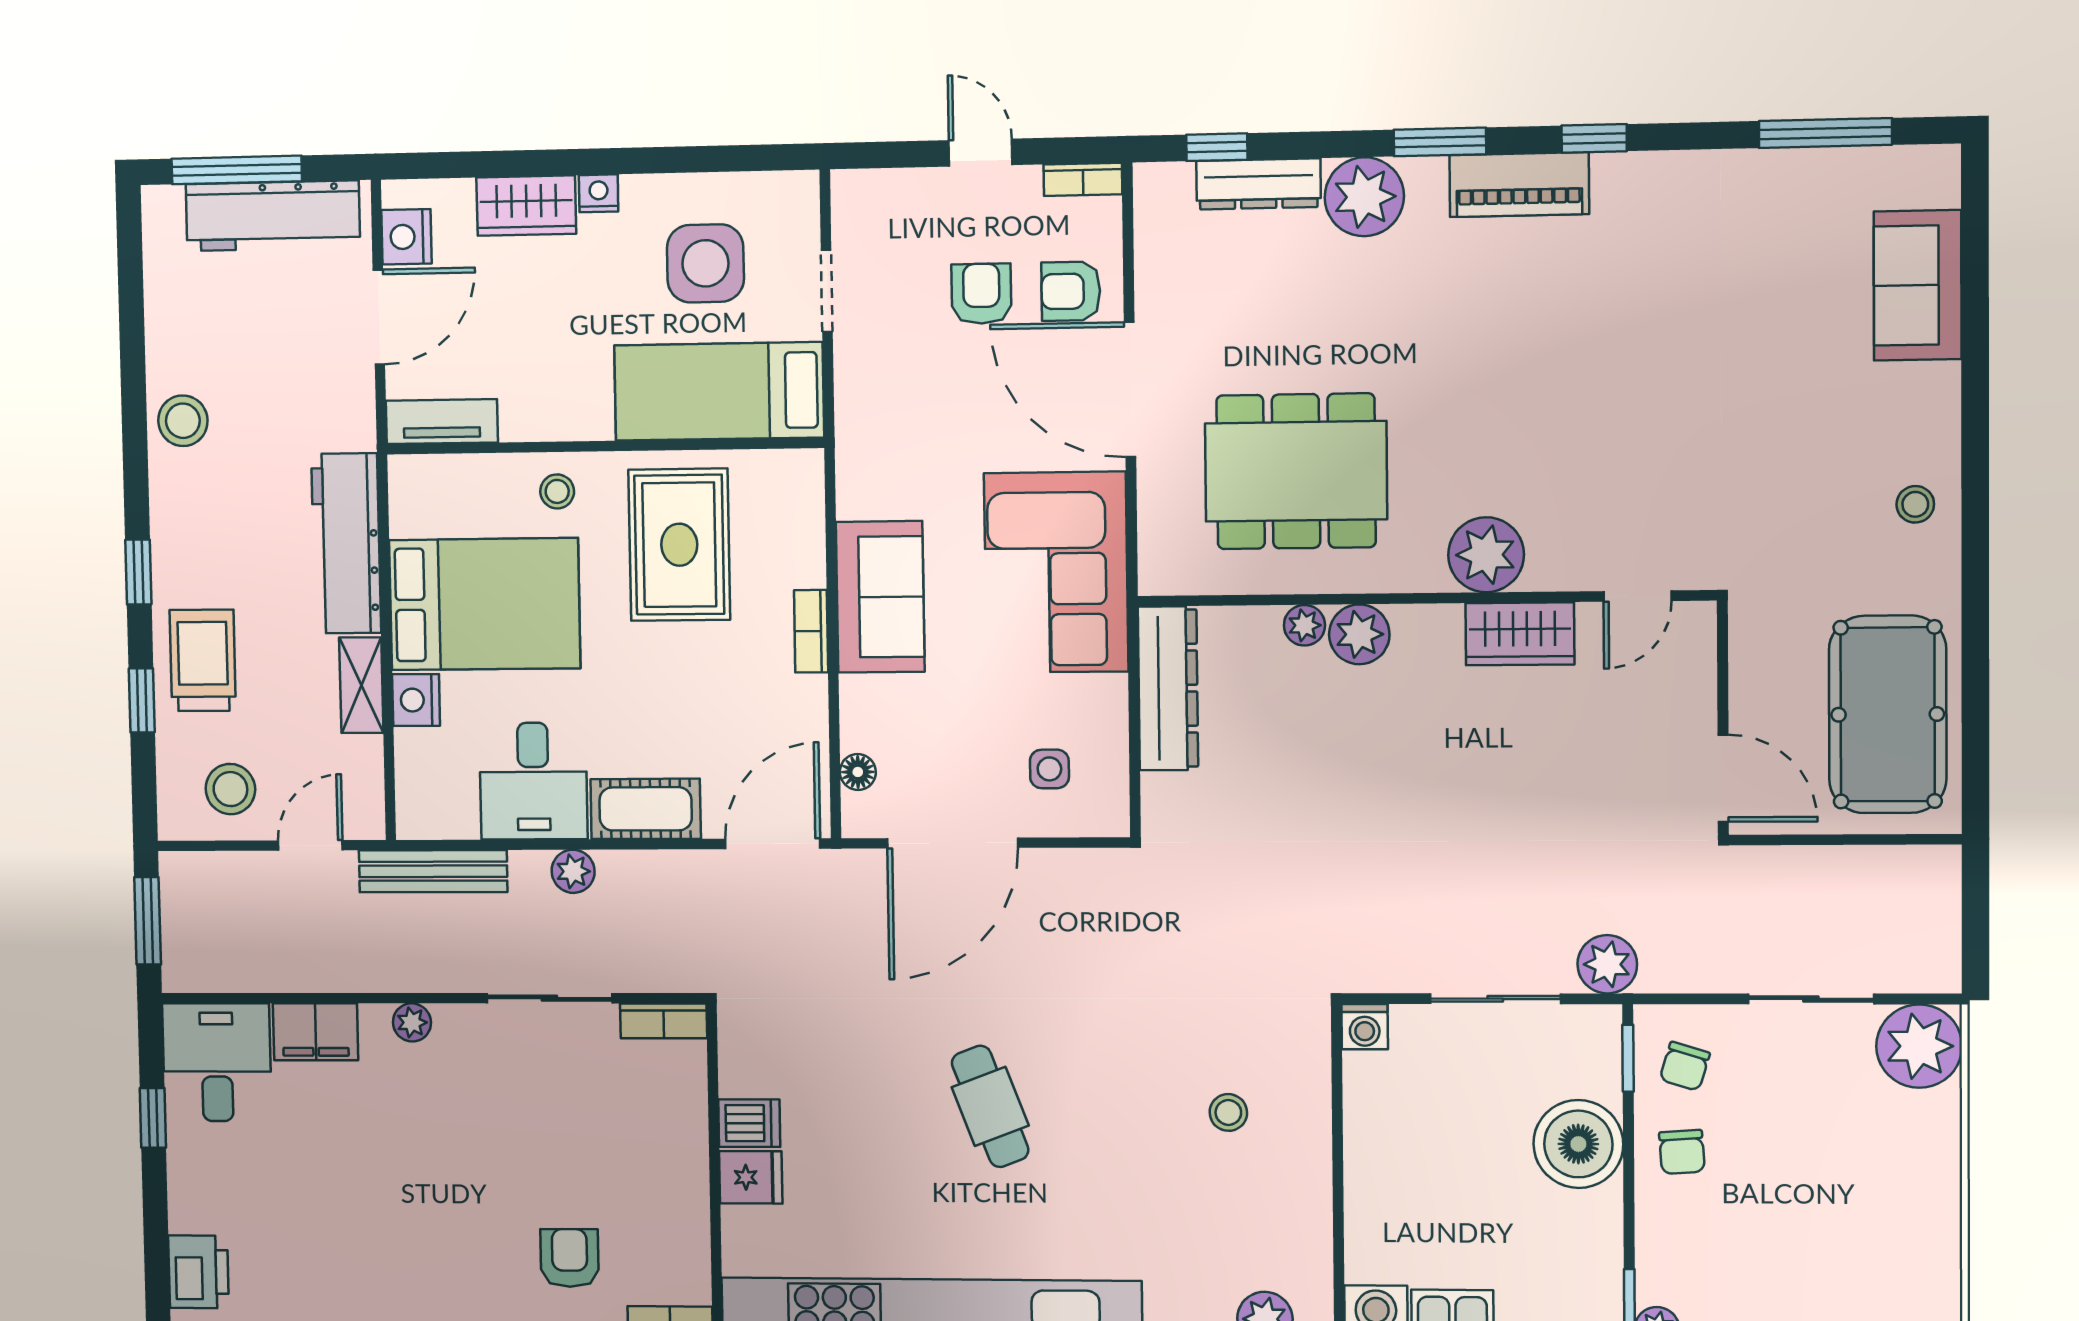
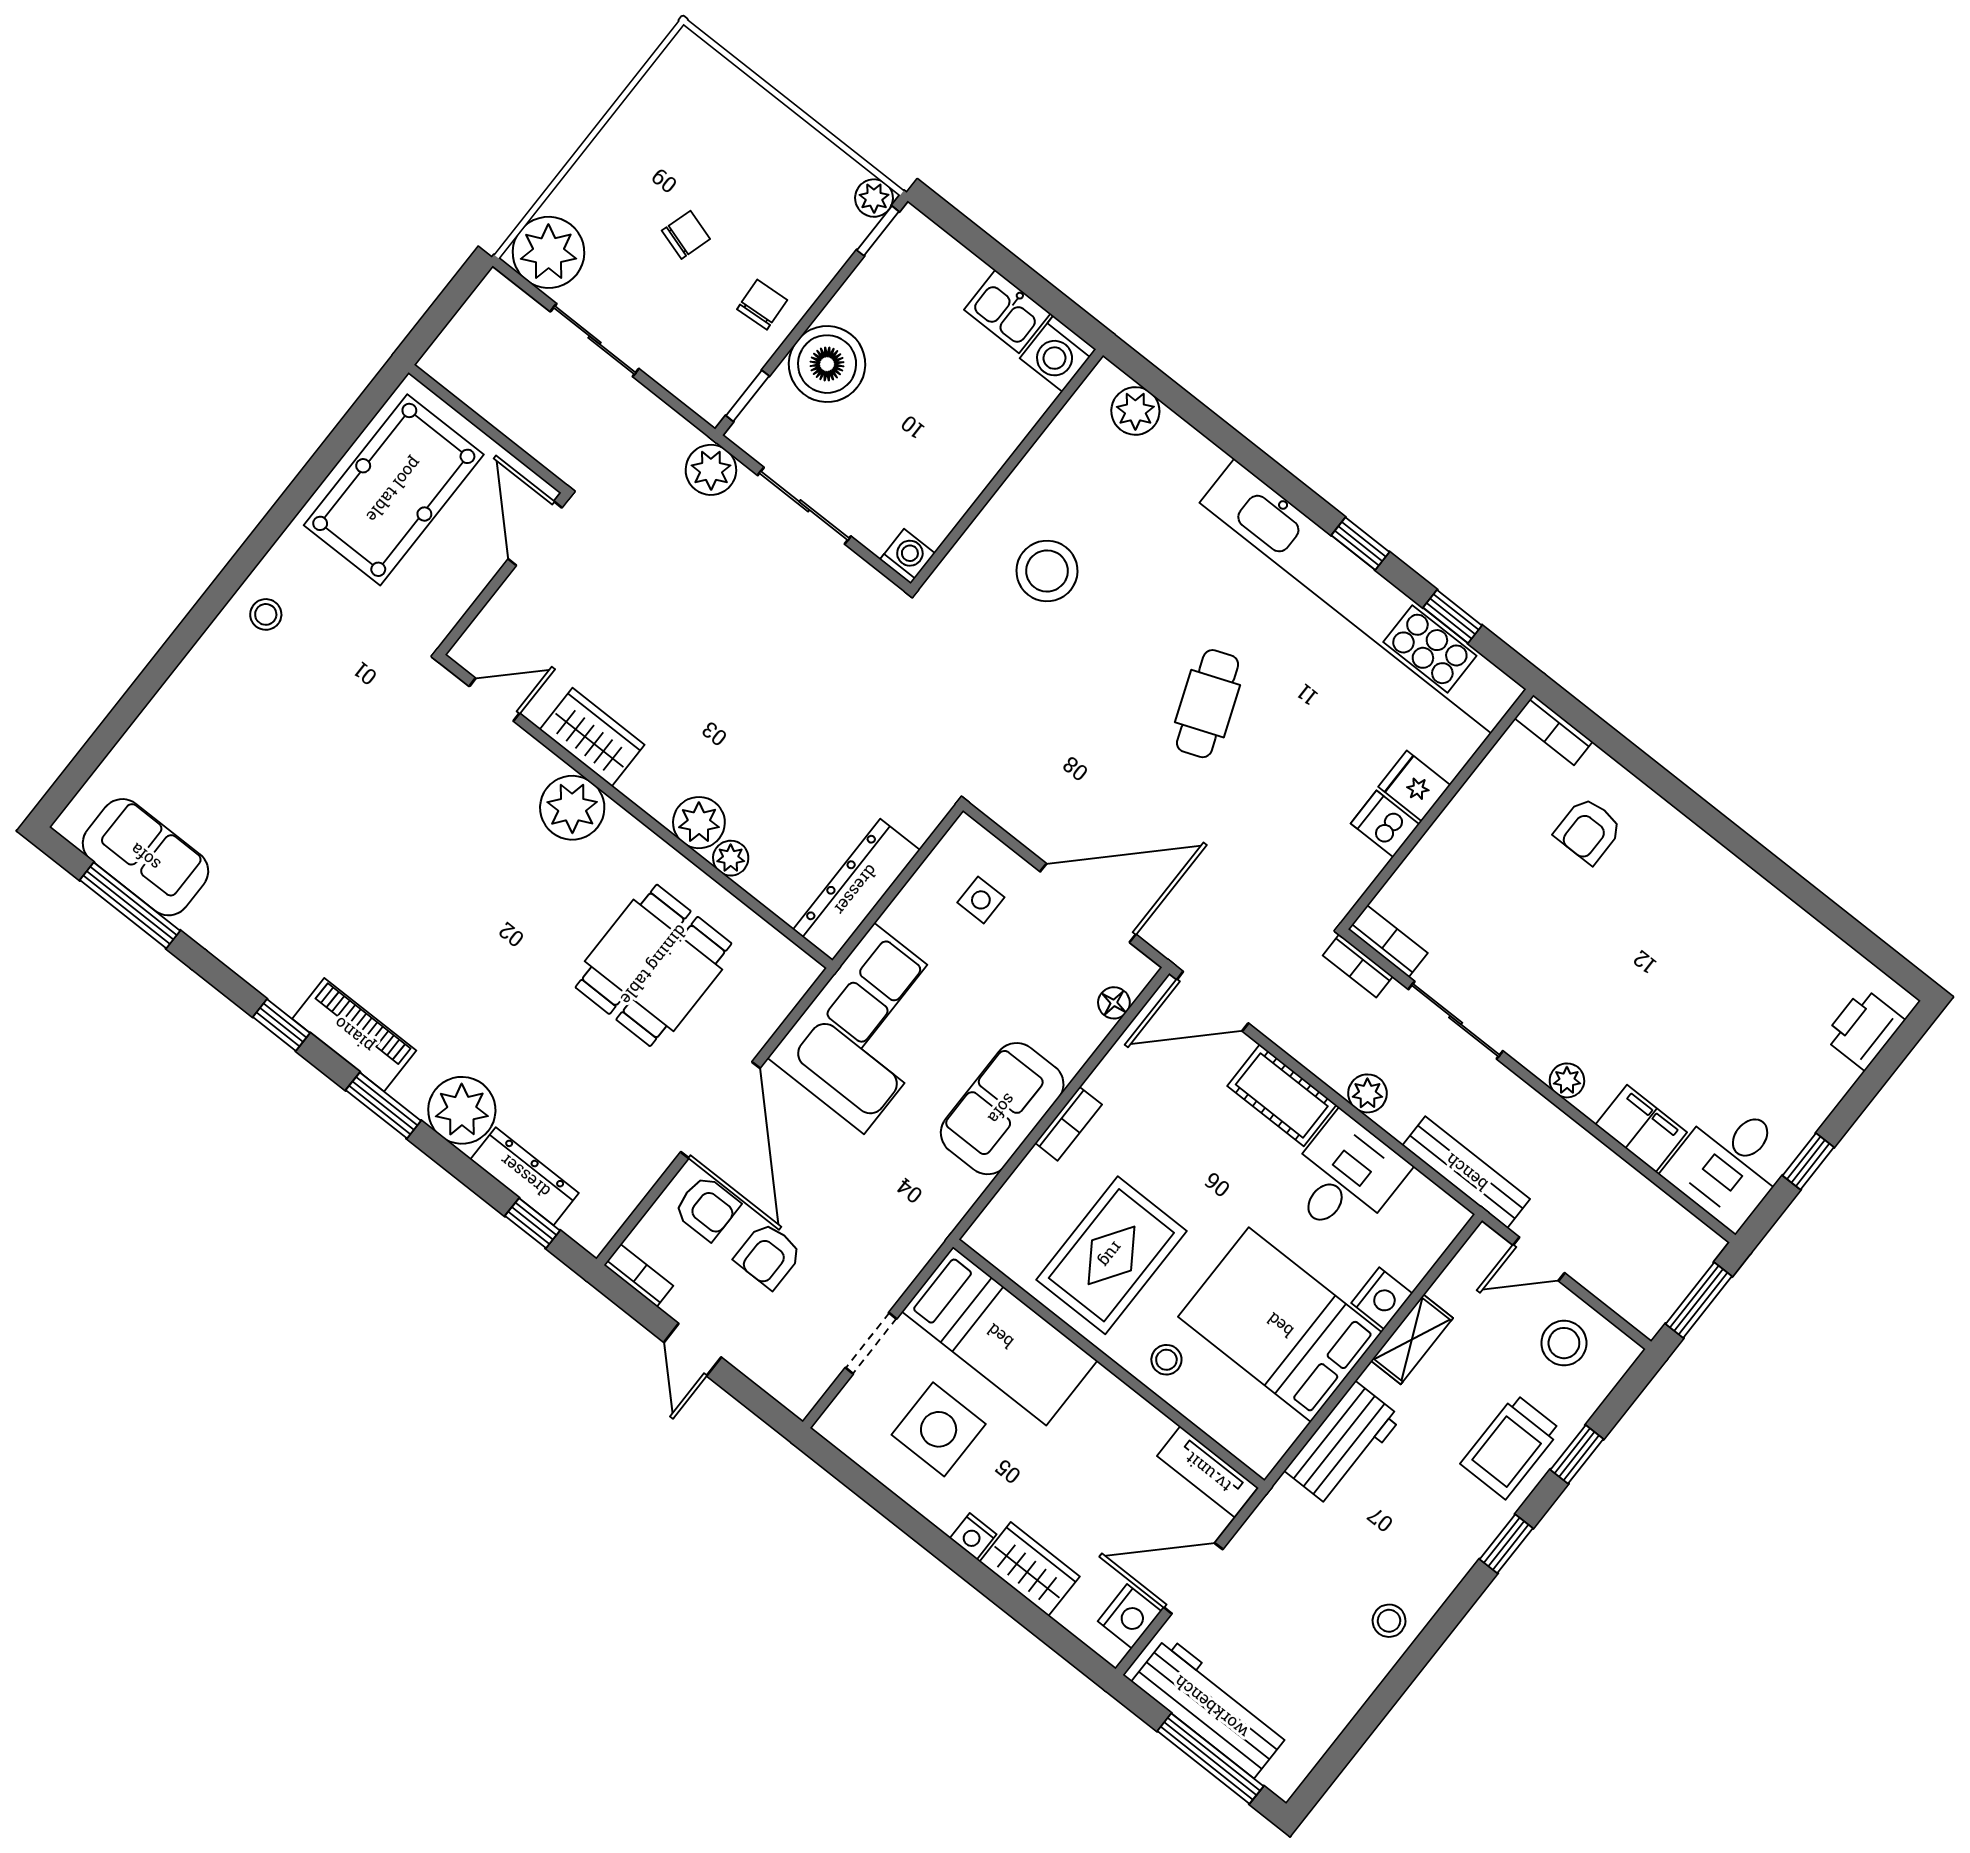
sofa: (1918, 285) -> (145, 857), moved, turned -90
stool: (183, 421) -> (1389, 1621), width x0.73, depth x0.73
dining table: (1296, 471) -> (654, 965), width x0.73
workbench: (346, 543) -> (1343, 1444), width x0.73
bookcase: (672, 978) -> (1358, 966), added
chair: (1685, 1066) -> (686, 235), moved
stool: (1228, 1112) -> (1047, 571), width x1.89, depth x1.89

